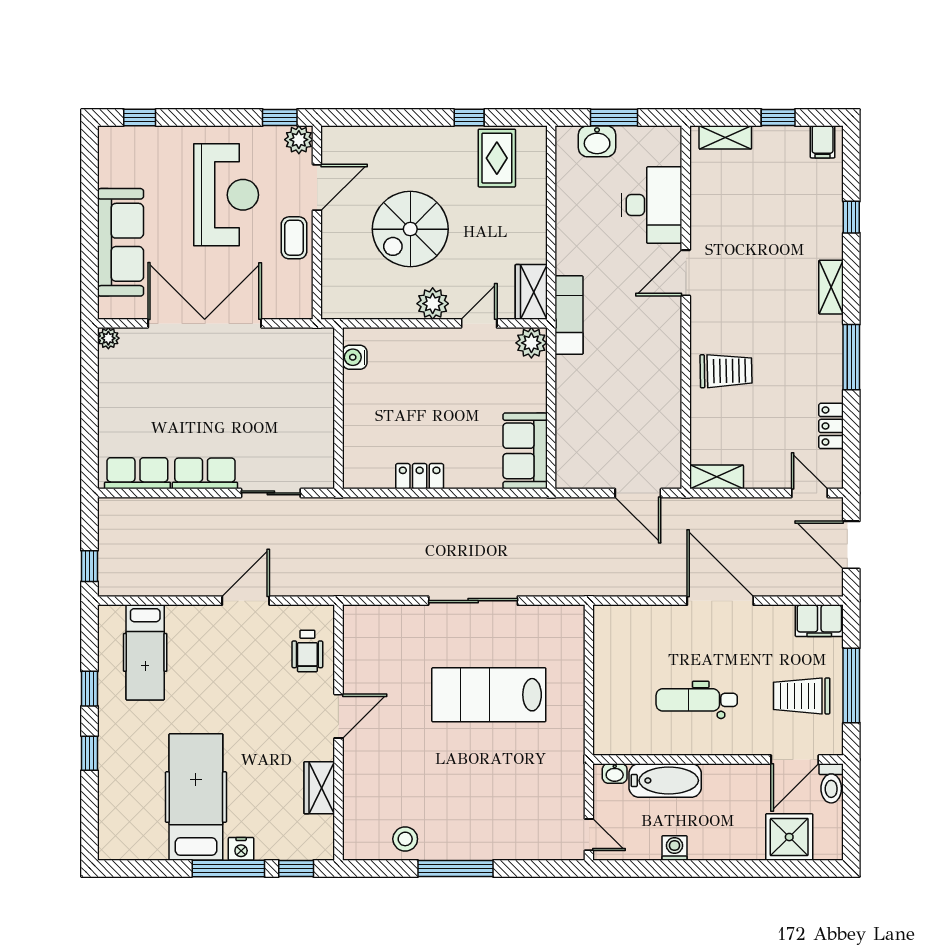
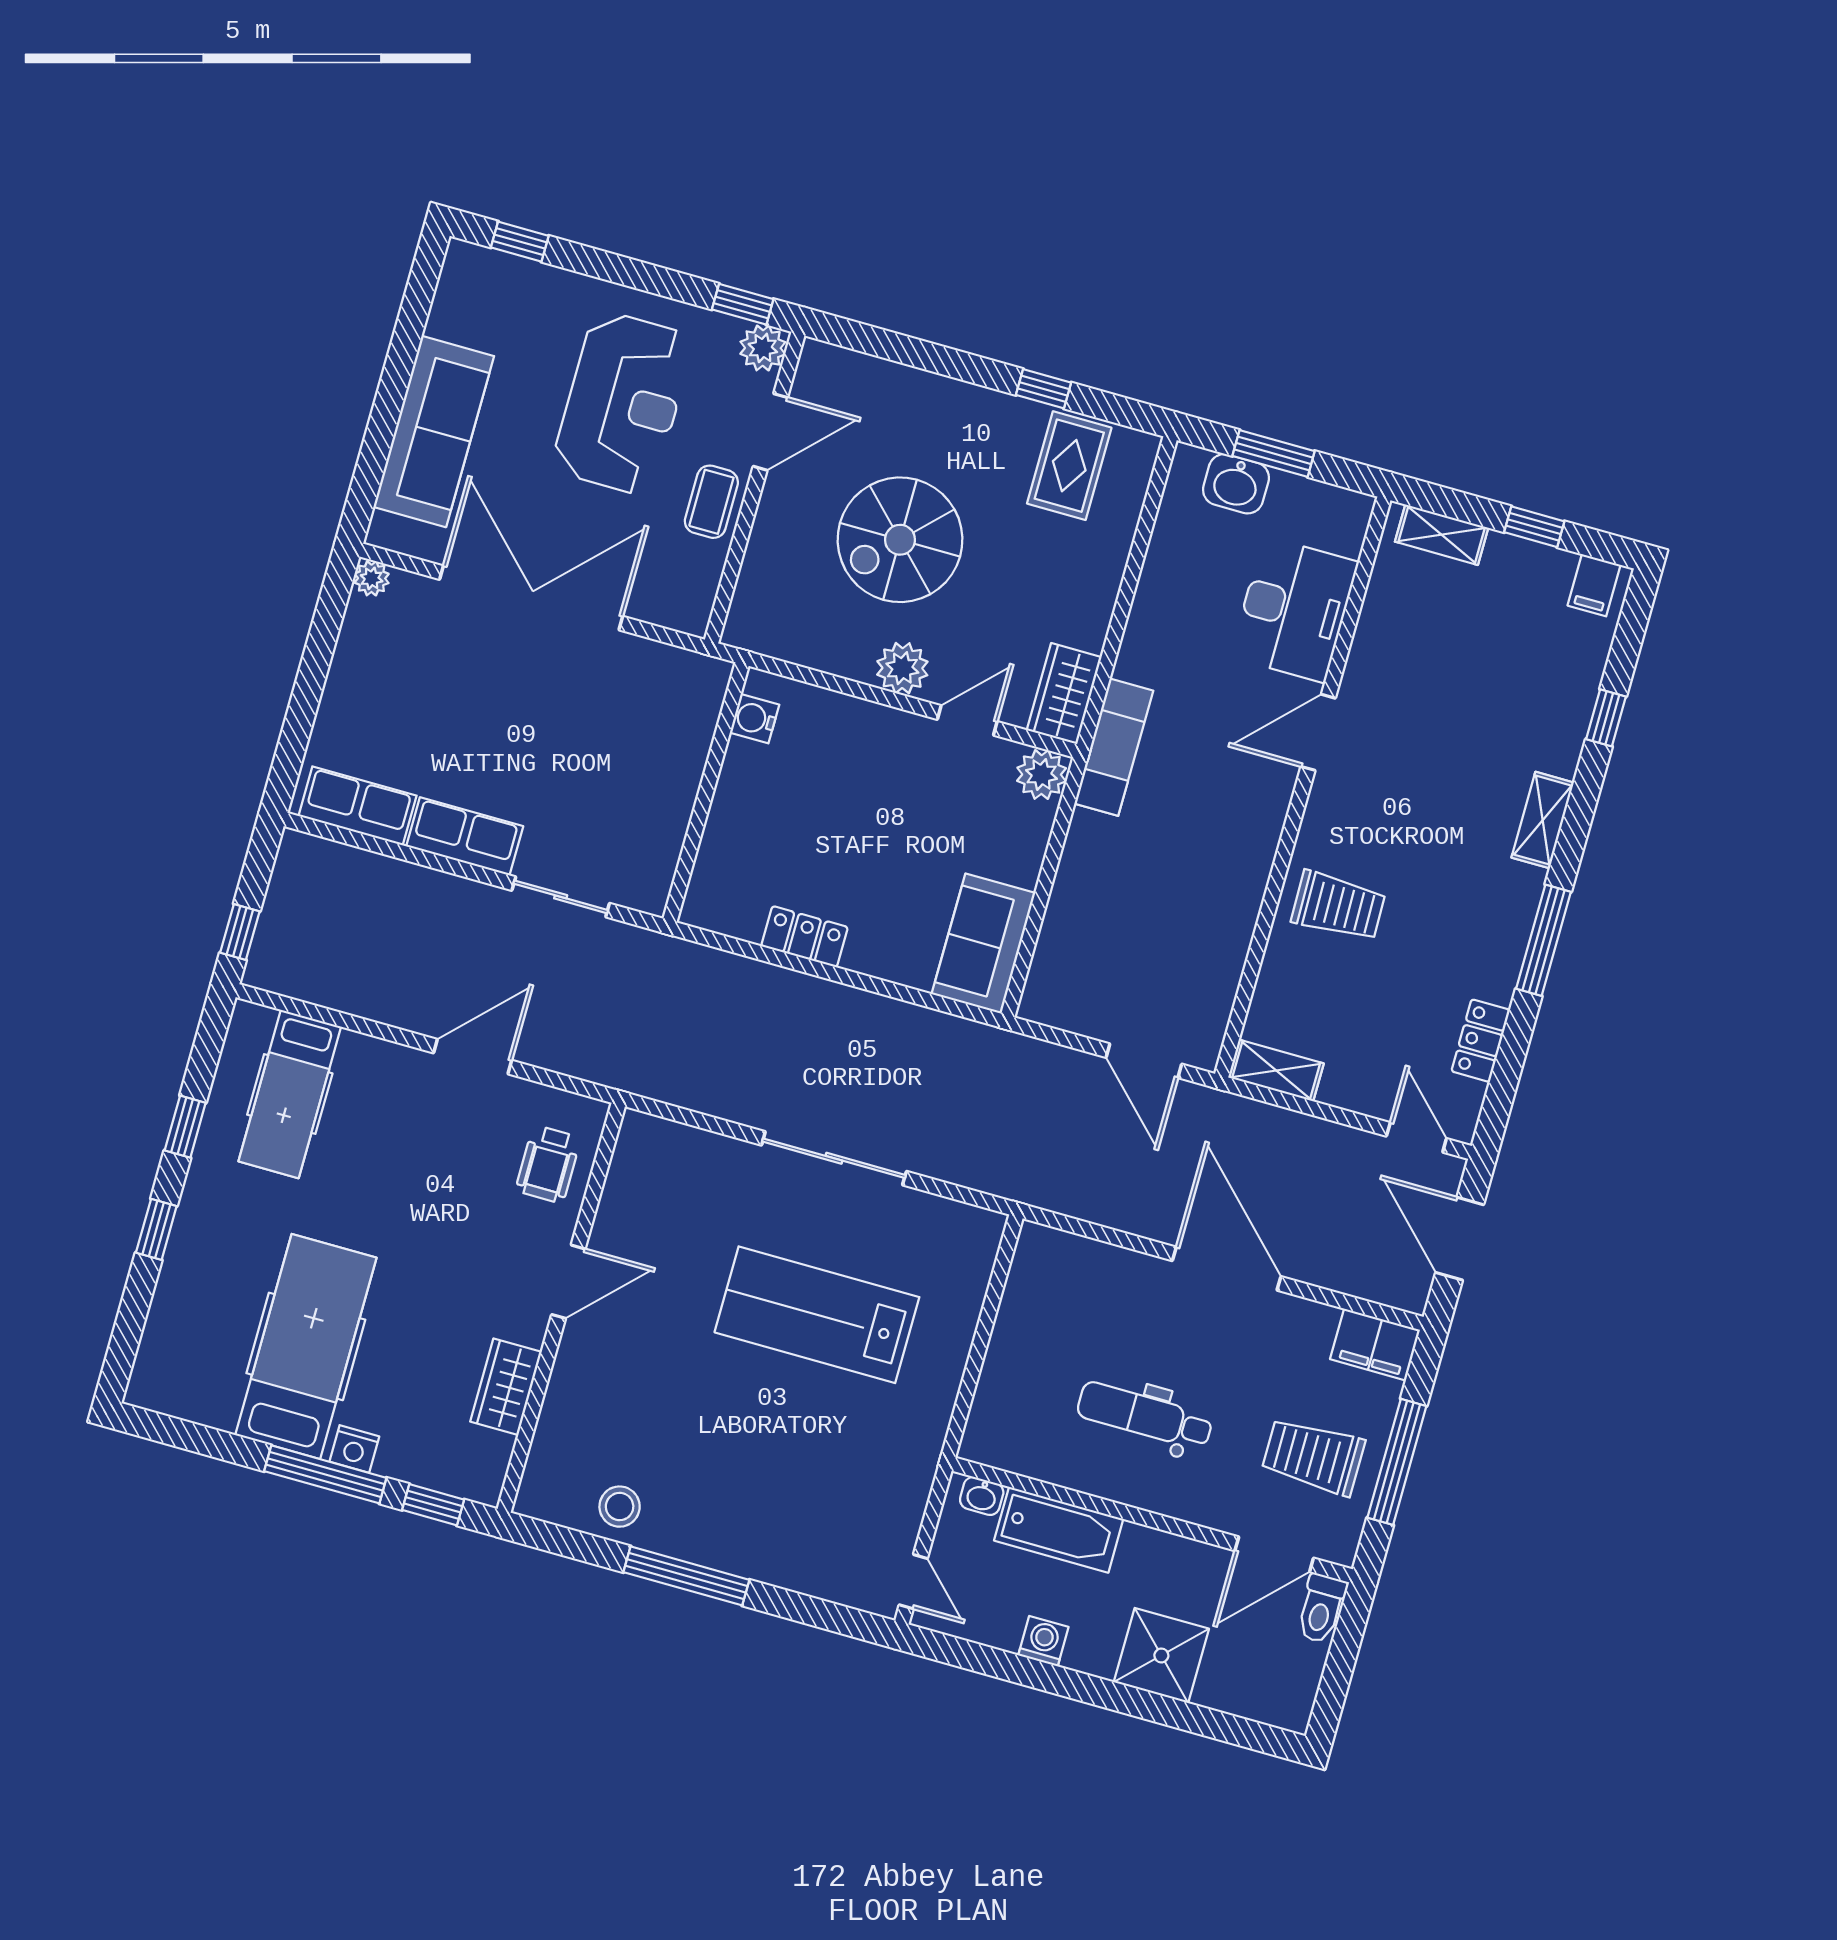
shower: (789, 837) -> (1161, 1655), moved

